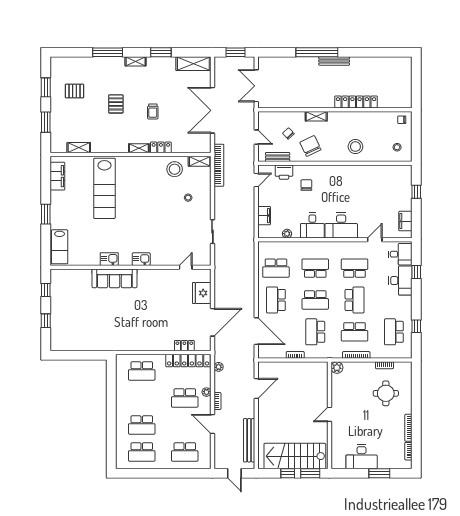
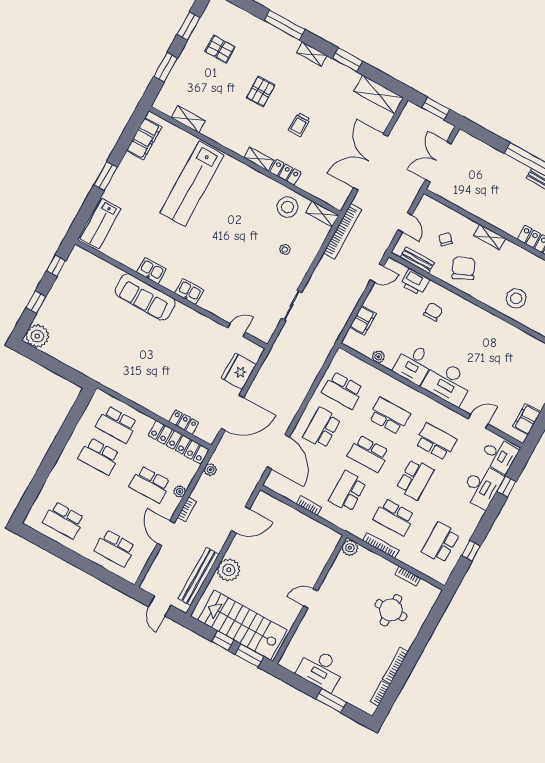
plant: (59, 342) -> (37, 336), added
school desk: (142, 425) -> (99, 456), moved
plant: (266, 425) -> (229, 570), added

